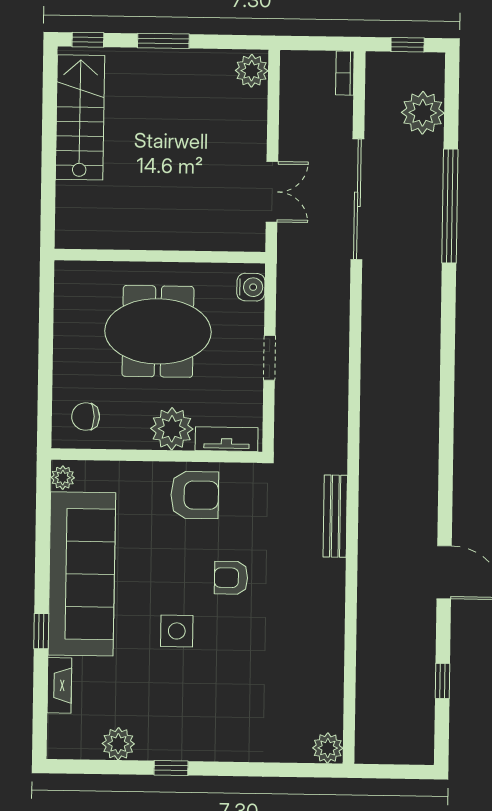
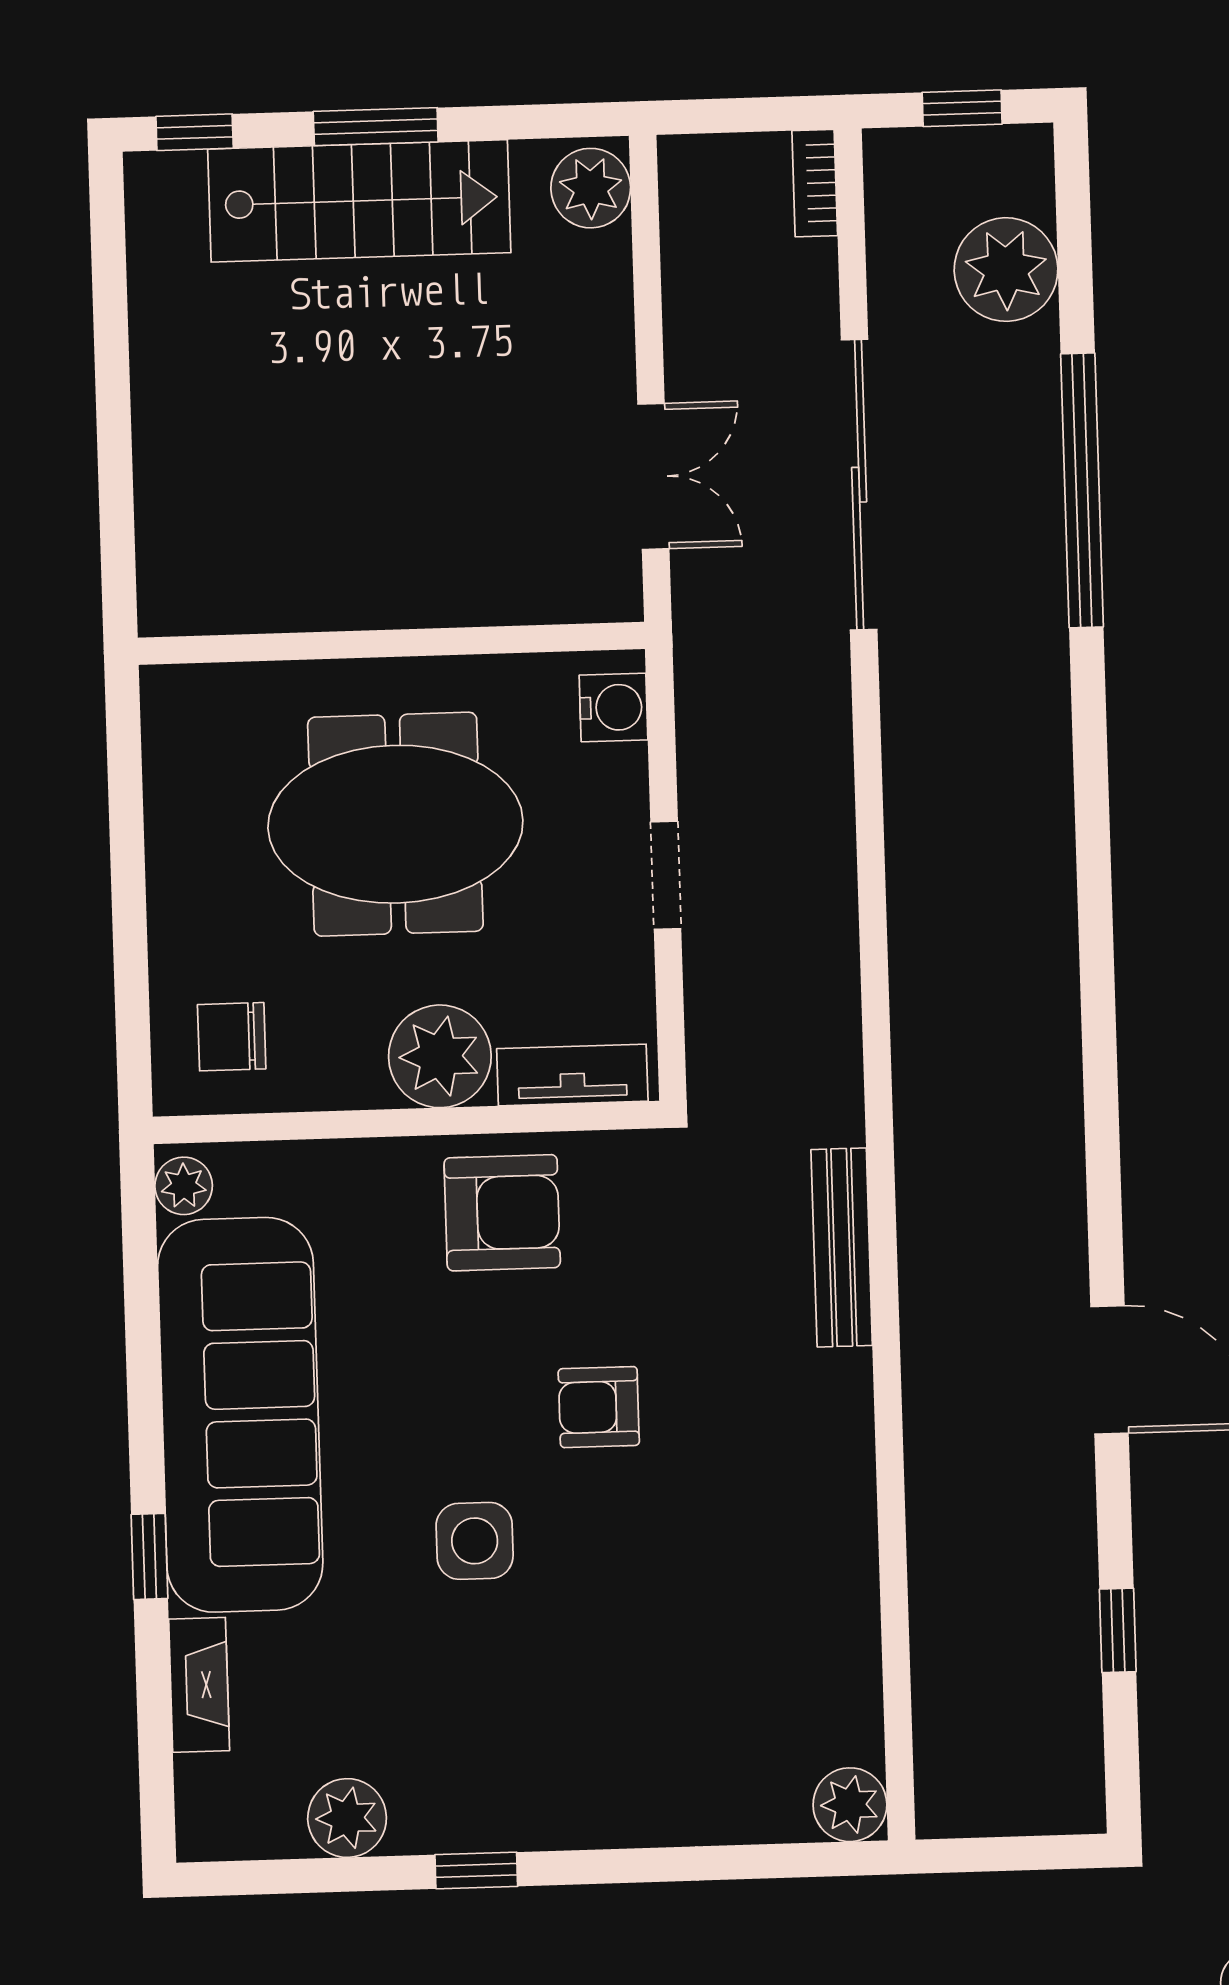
stairs: (80, 117) -> (359, 201), moved, turned 90

